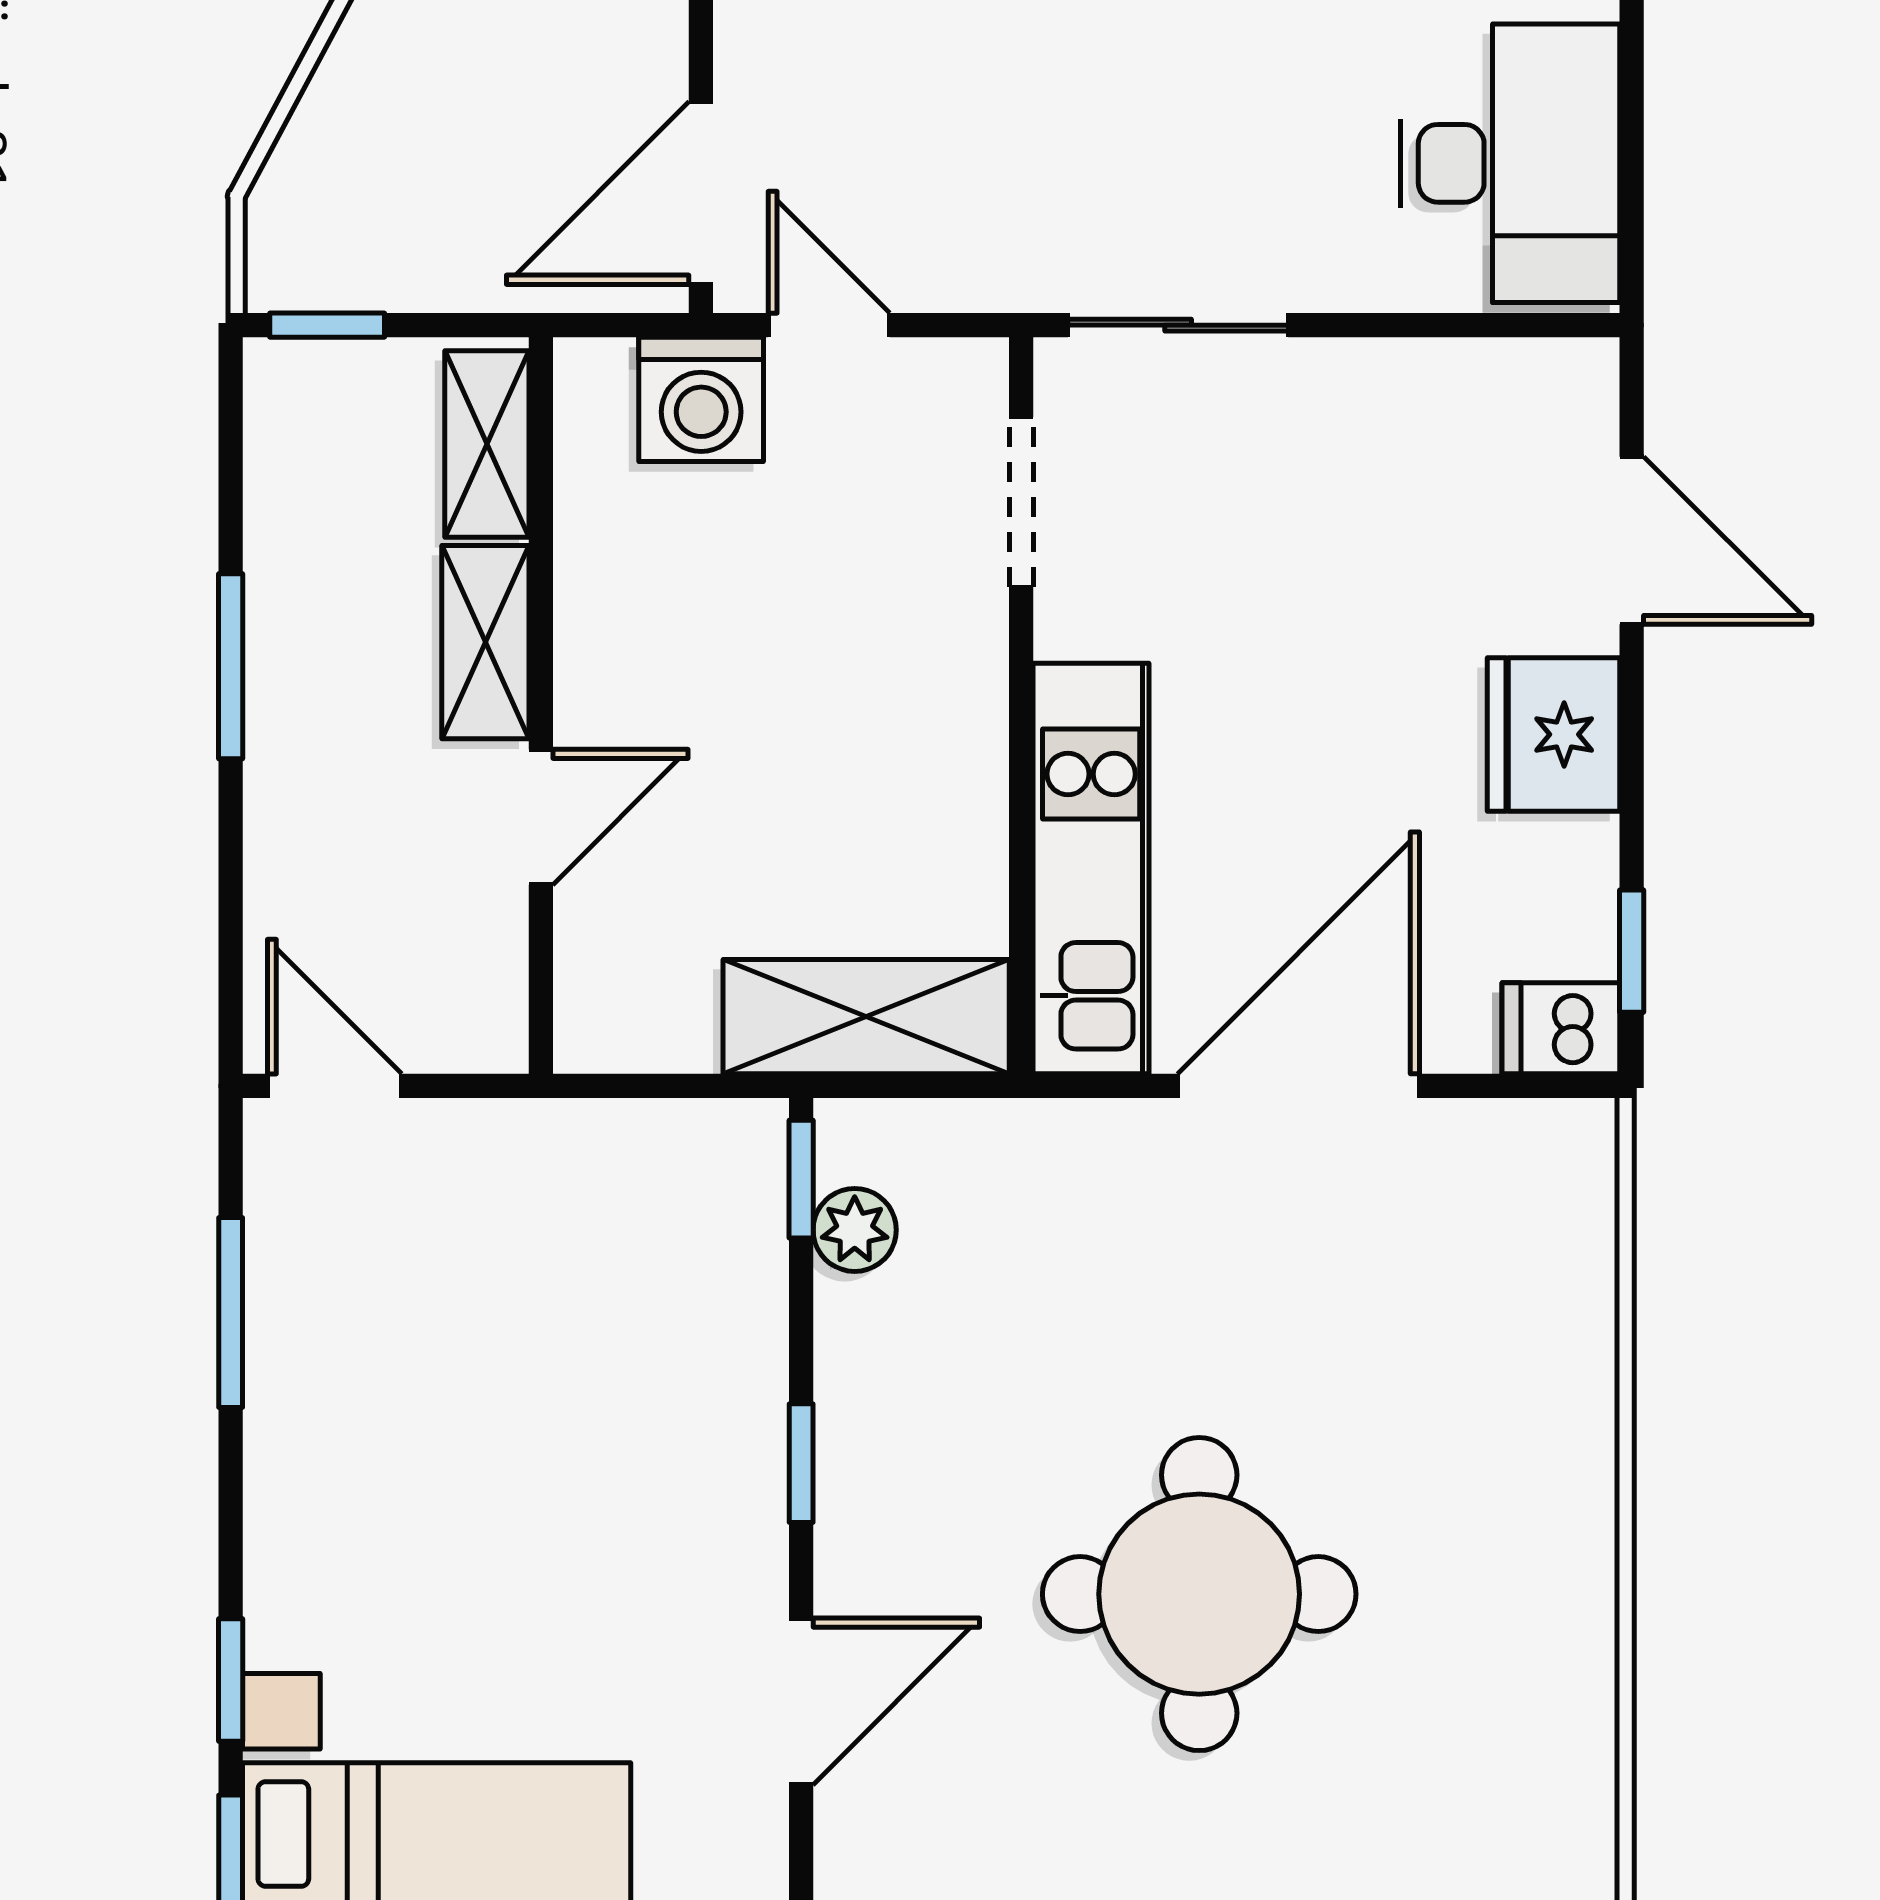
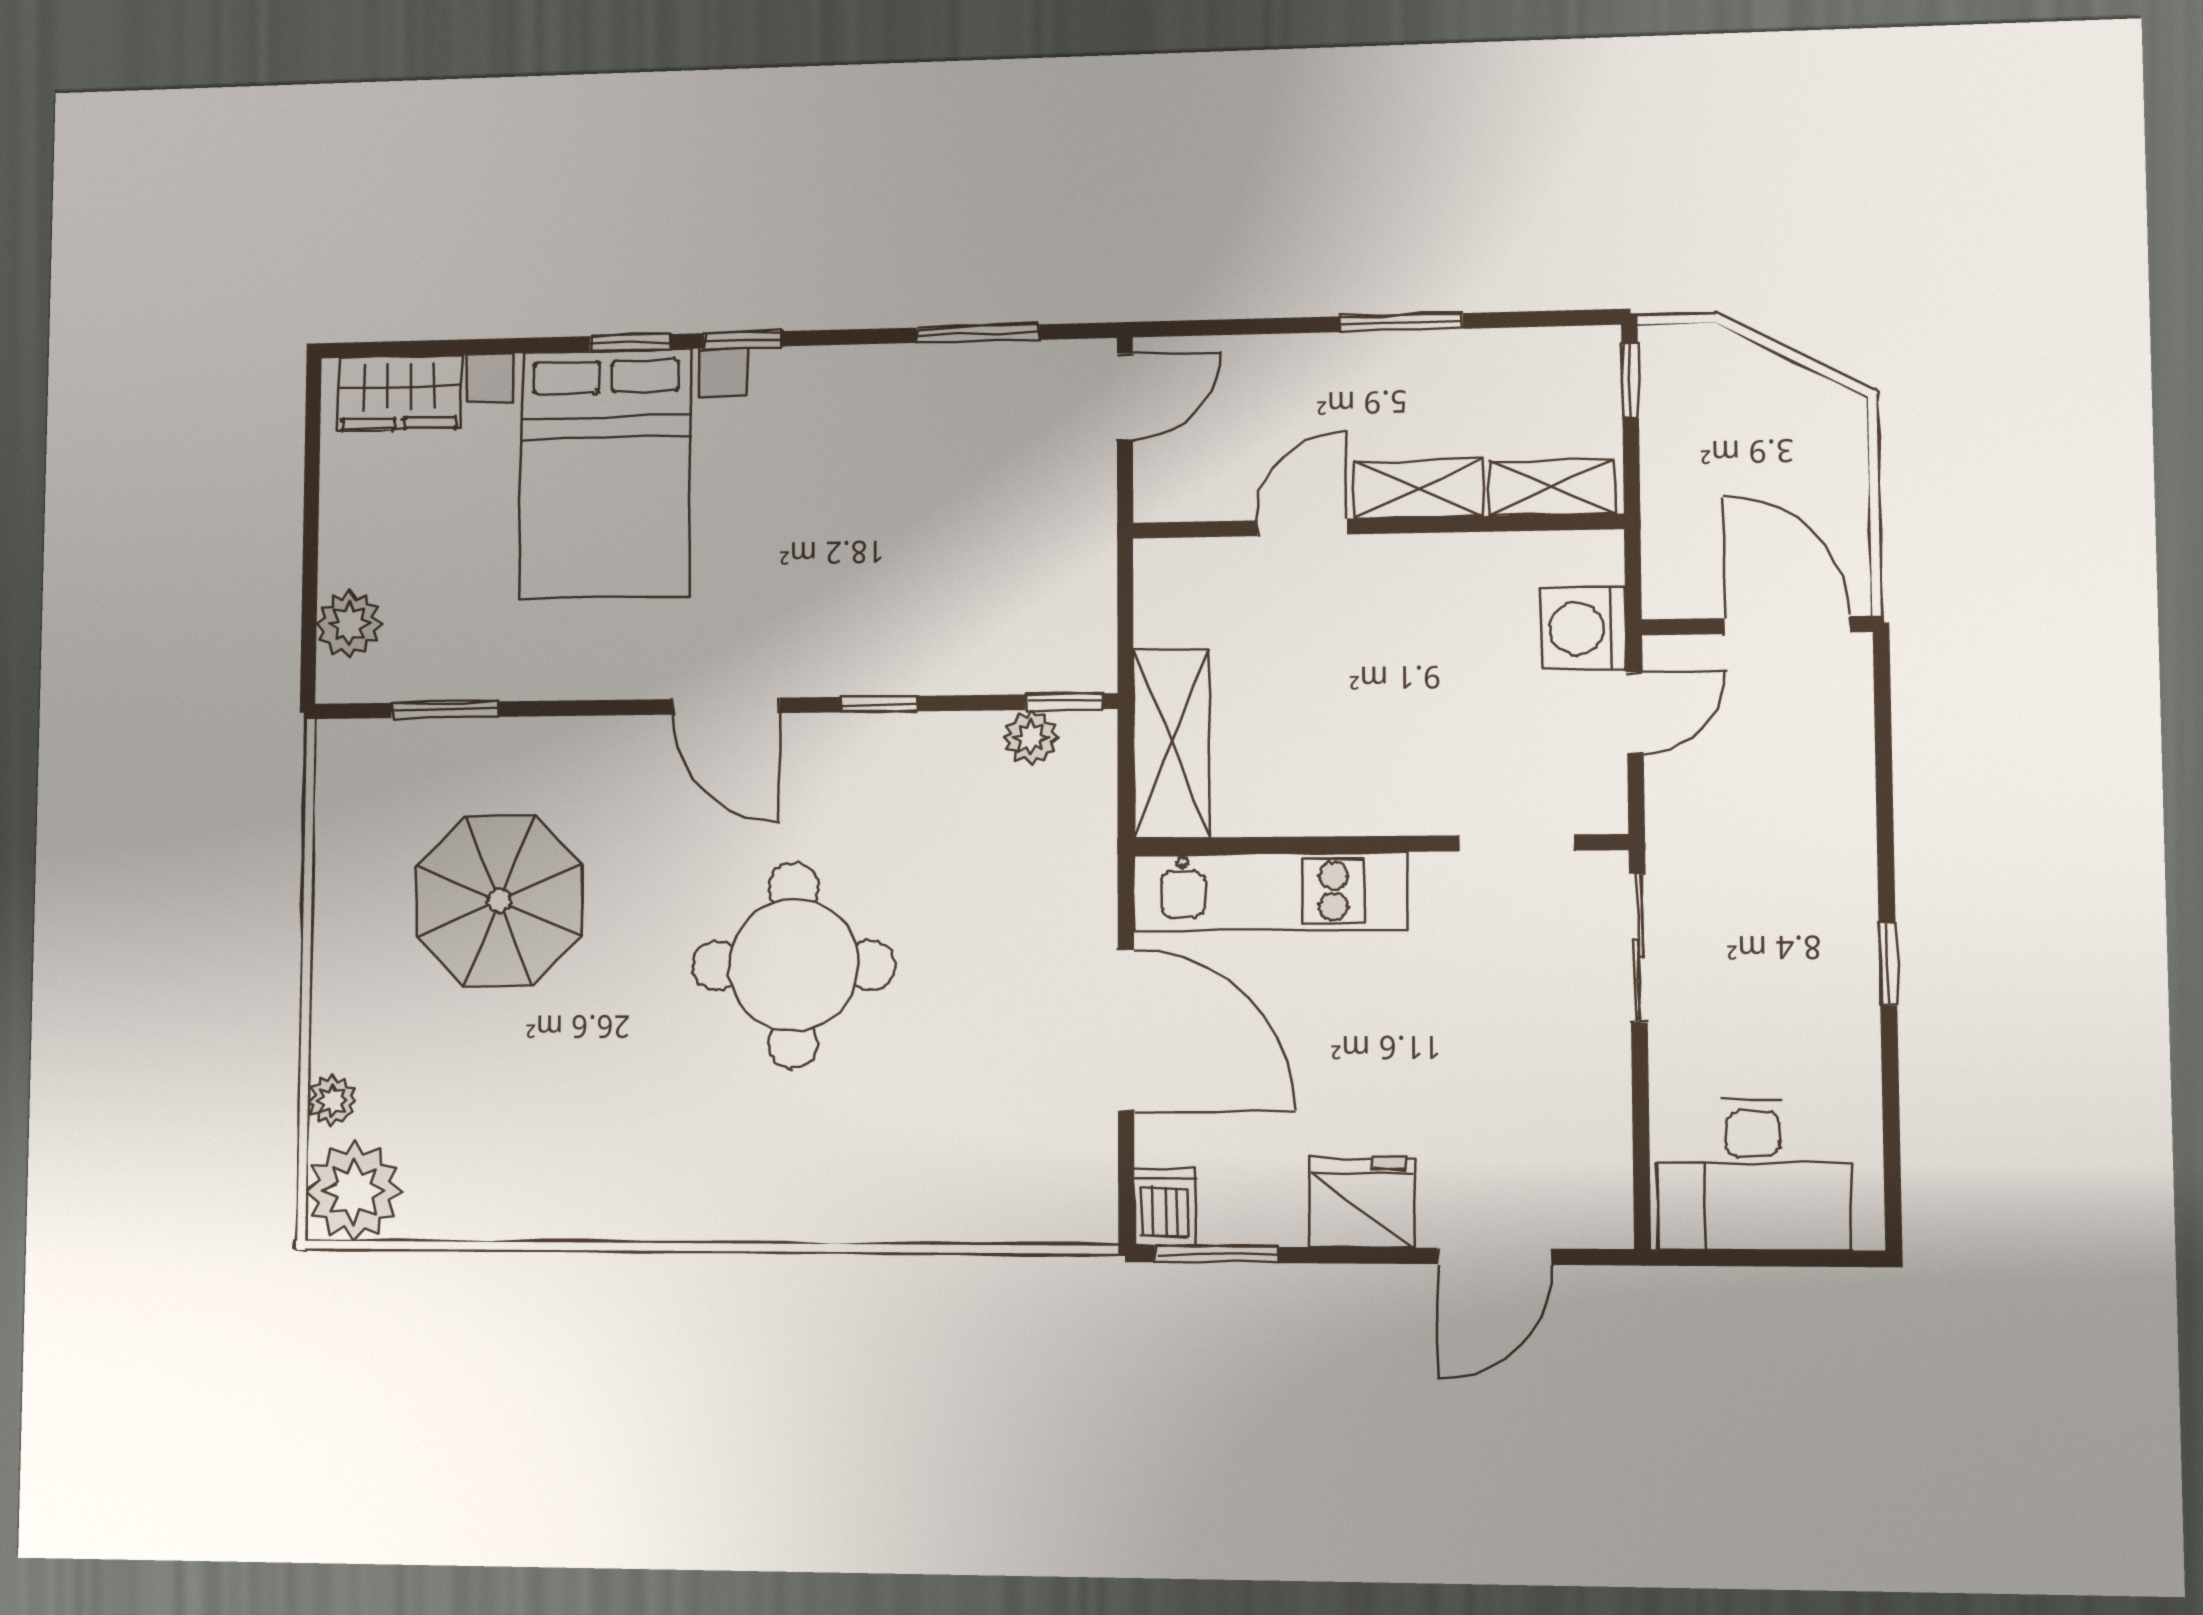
door: (701, 193) -> (1787, 625), moved
door: (541, 817) -> (1302, 527), swing flipped
window: (1632, 951) -> (1216, 1255), width x1.50

